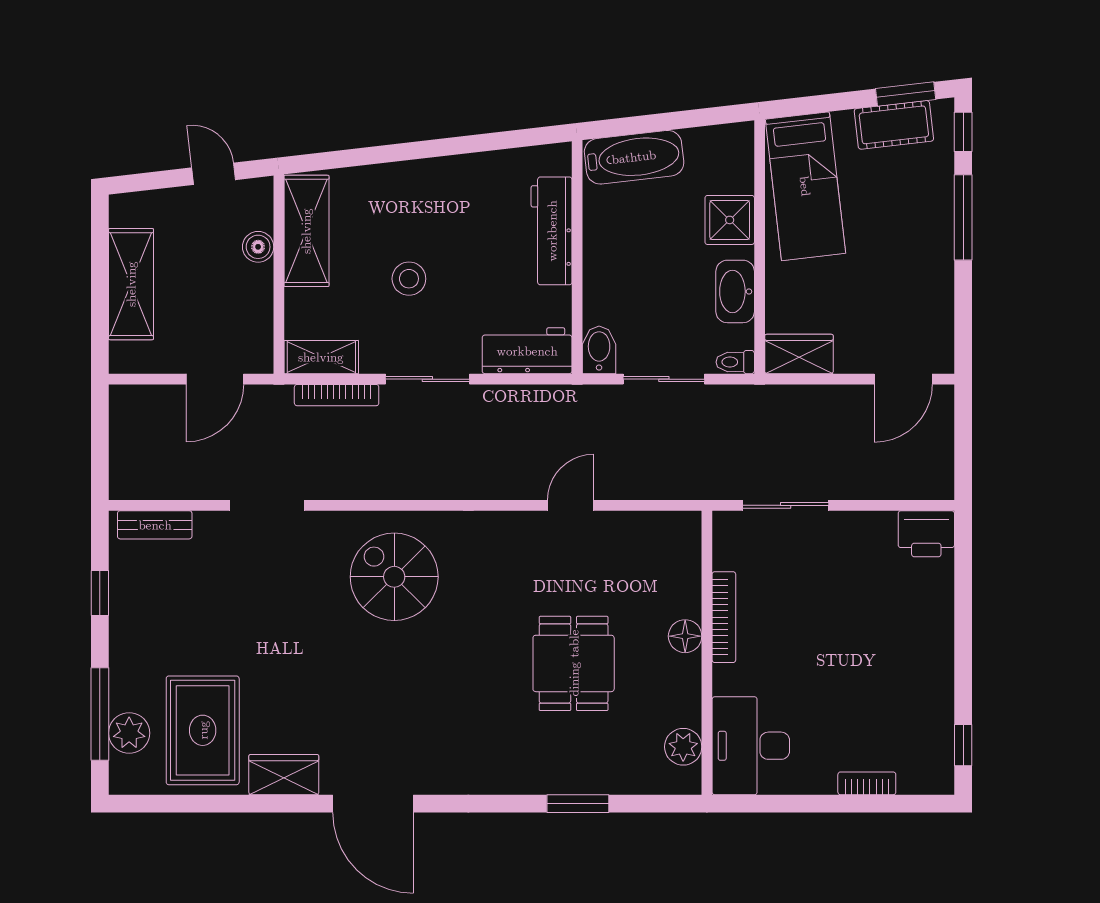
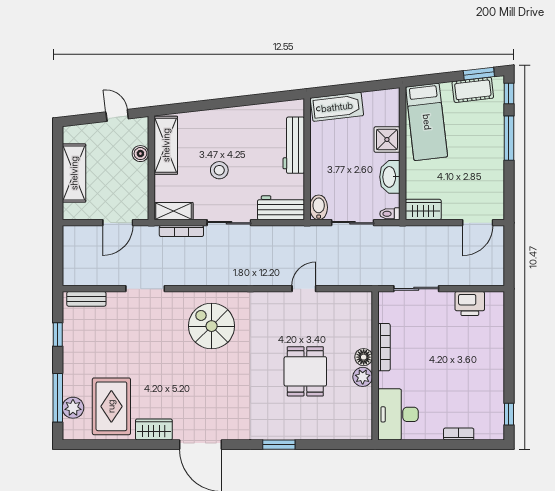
printer: (926, 534) -> (470, 304), moved
plant: (683, 747) -> (363, 377), moved
window: (578, 804) -> (279, 445), moved

